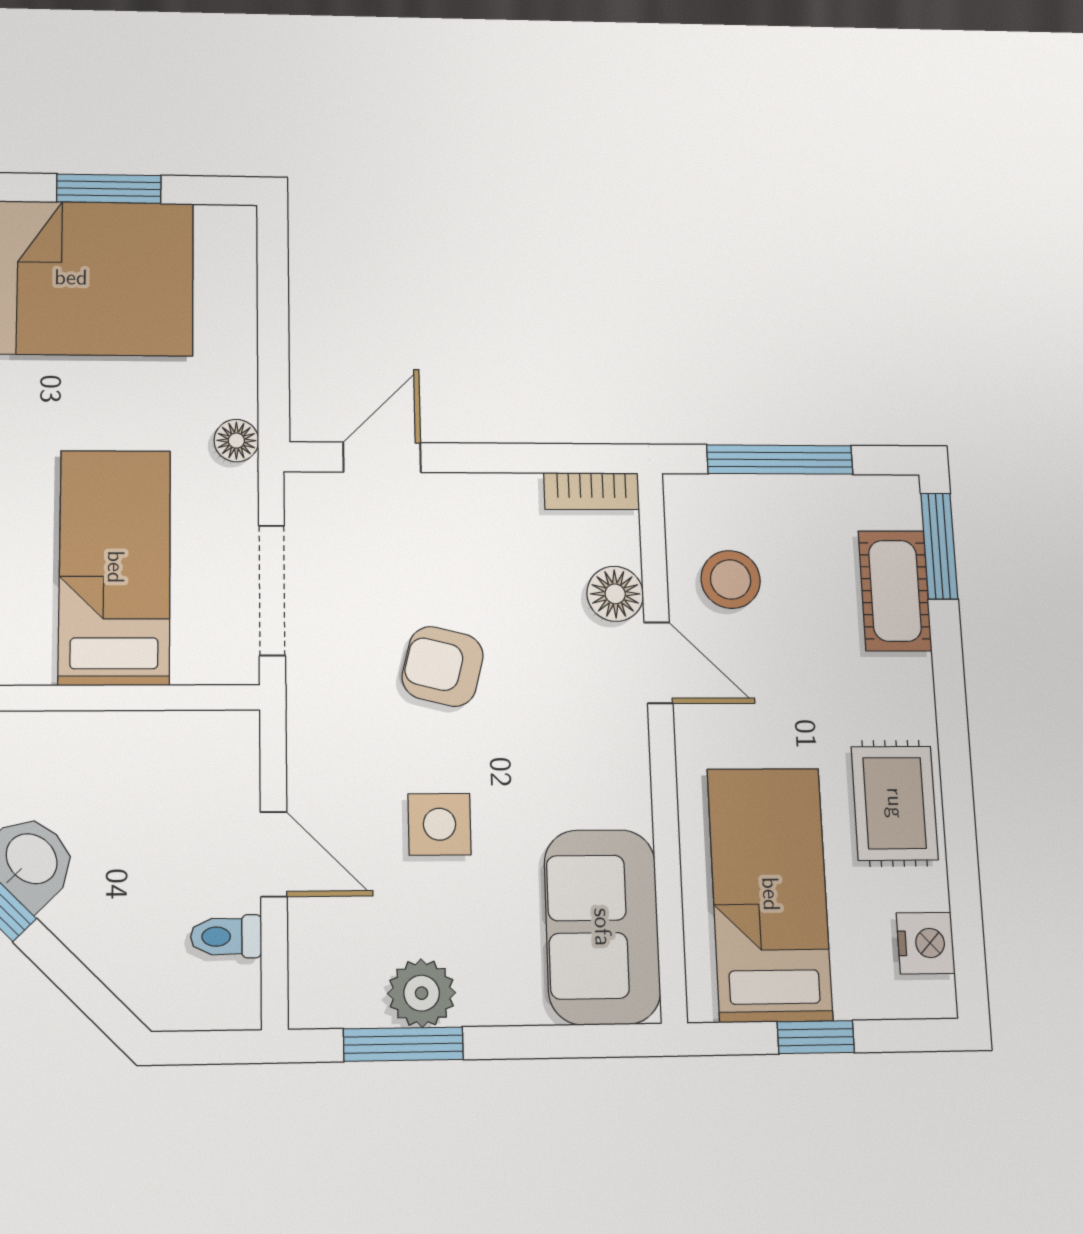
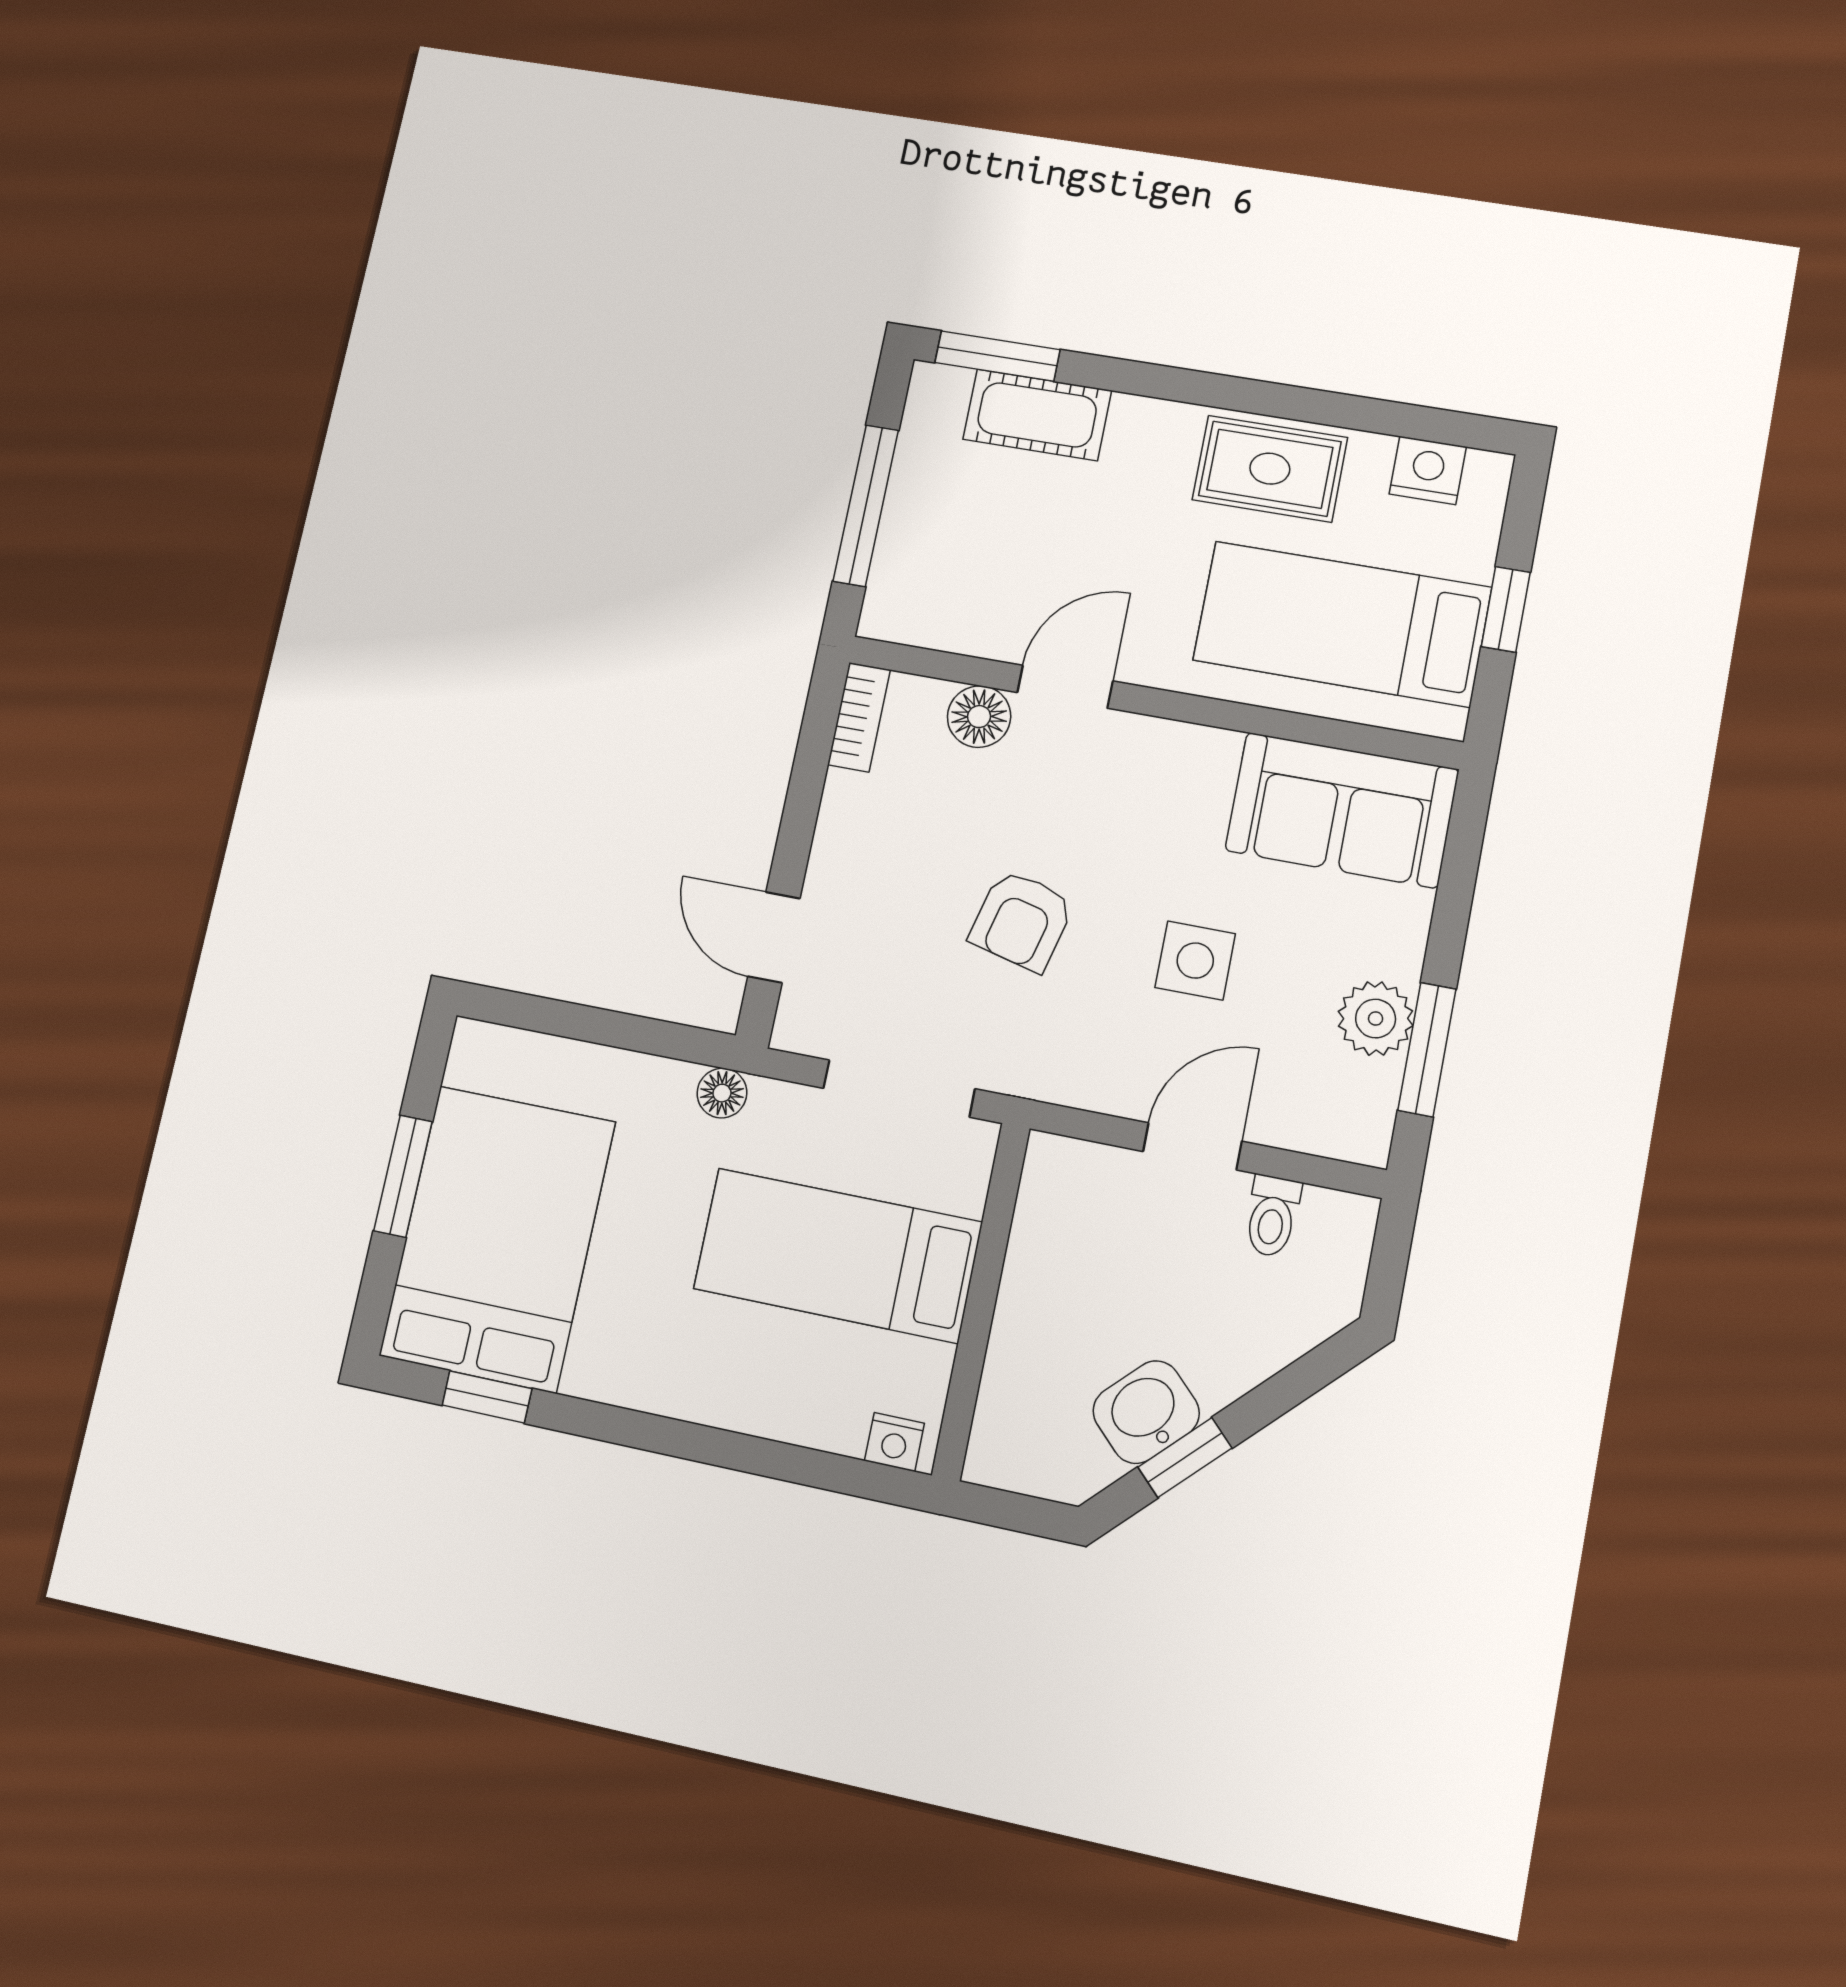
stool: (731, 579) -> (989, 589), removed

